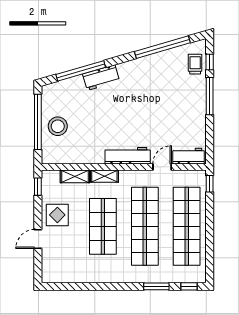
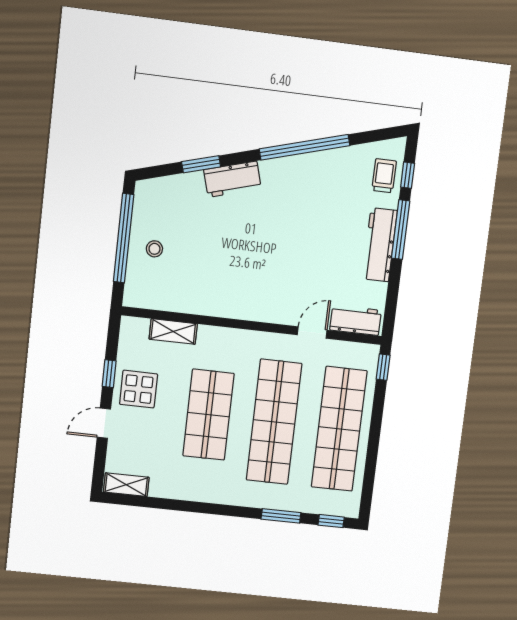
window: (162, 47) -> (305, 147), moved
window: (81, 71) -> (201, 164), width x0.47
stool: (58, 126) -> (154, 249), width x0.53, depth x0.53
workbench: (128, 156) -> (380, 245), moved, turned -90
shelving: (104, 176) -> (126, 485), moved
window: (38, 187) -> (109, 374), moved

